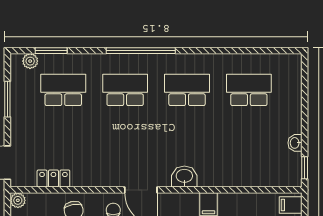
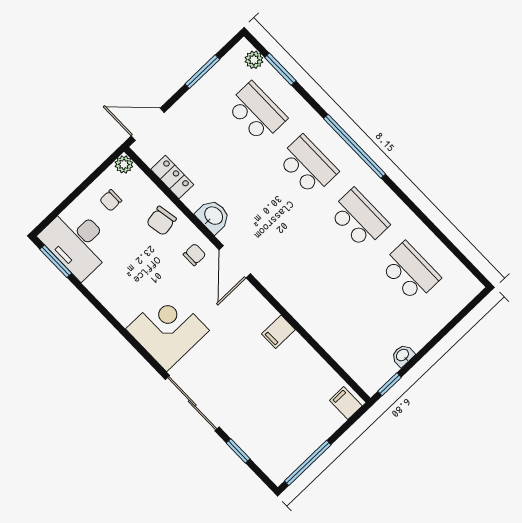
washbasin: (184, 176) -> (213, 216), moved

